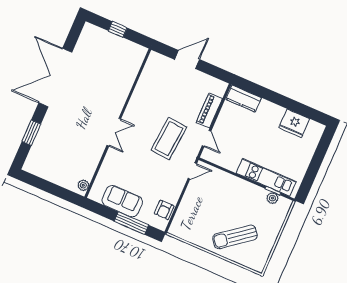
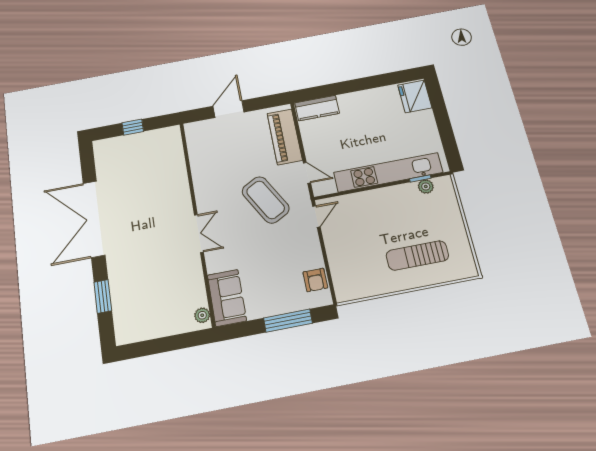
piano: (209, 111) -> (285, 137), width x1.37, depth x1.33
fridge: (294, 123) -> (415, 96), moved, turned 90
coffee table: (169, 139) -> (266, 200), turned -34
kitchen unit: (266, 177) -> (388, 172), width x1.36
sofa: (122, 201) -> (227, 298), moved, turned 90
sun lounger: (235, 237) -> (417, 256), turned 38

